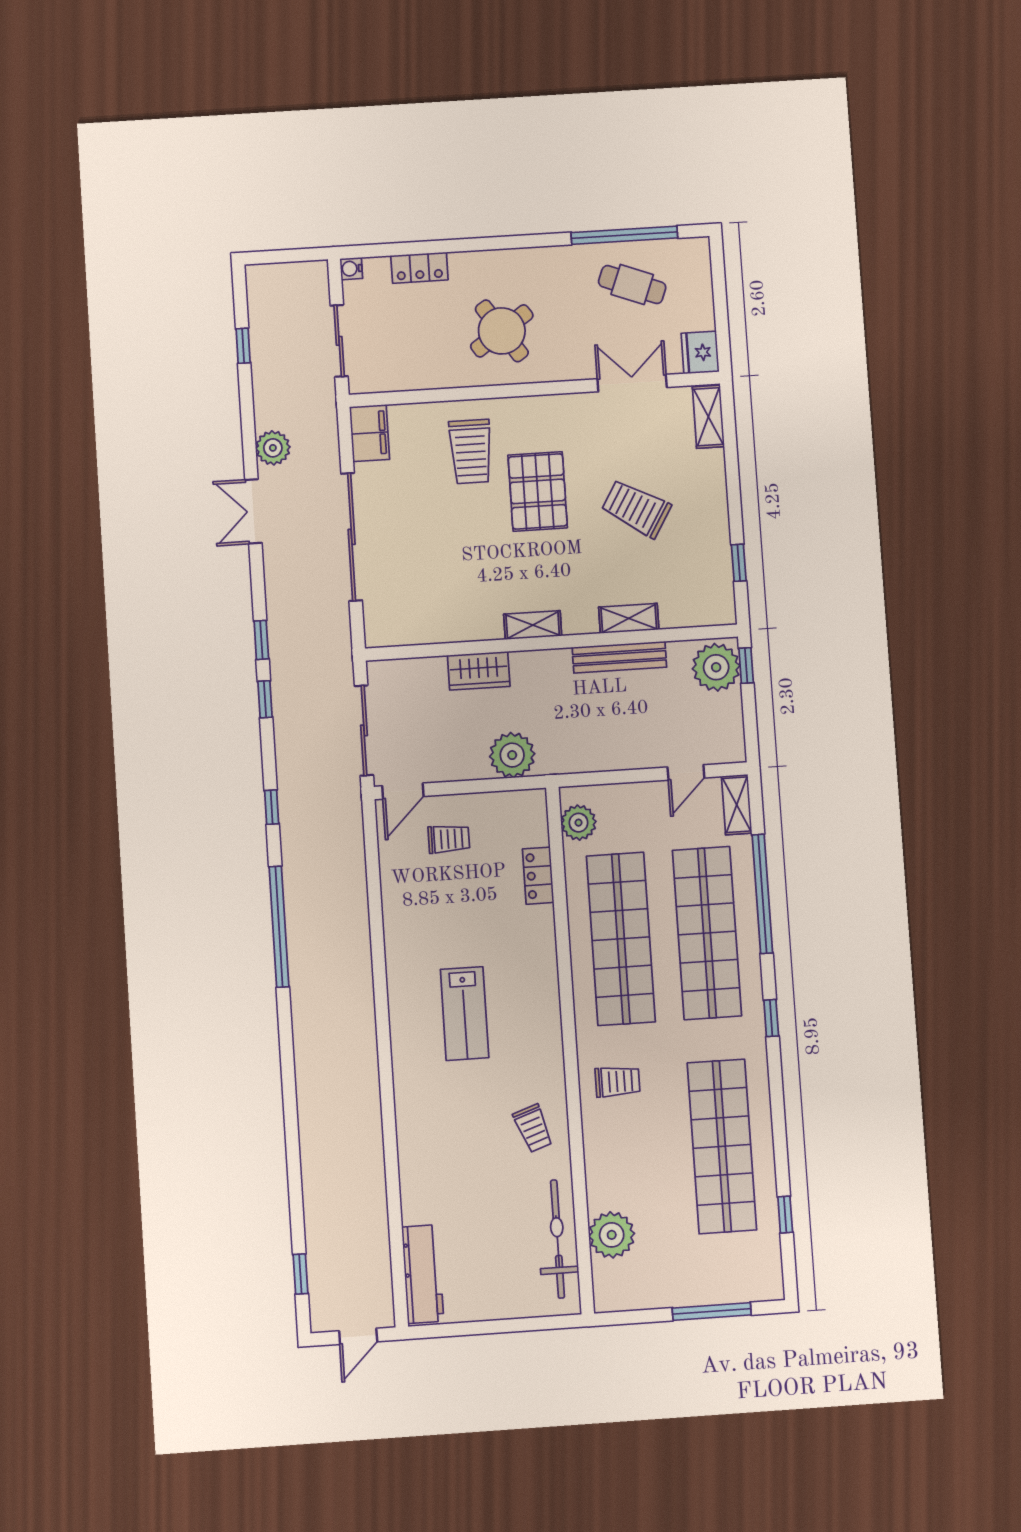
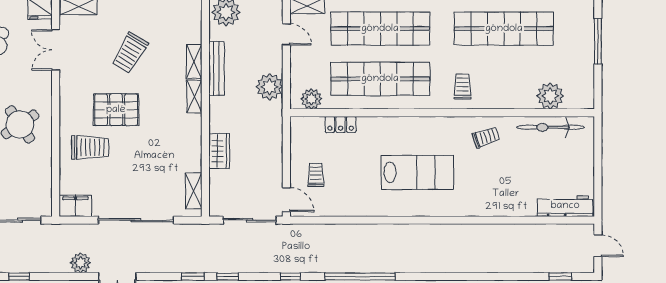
shelving: (533, 625) -> (194, 97), moved
shelving: (408, 632) -> (194, 191), added
plant: (512, 755) -> (269, 87), moved
lab bench: (465, 1014) -> (417, 172), width x1.36, depth x1.39

